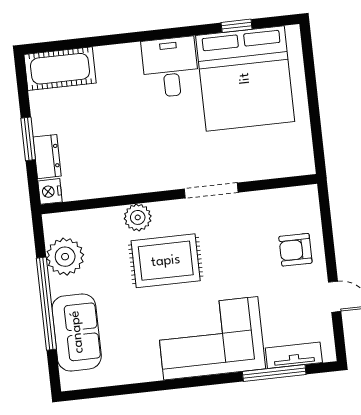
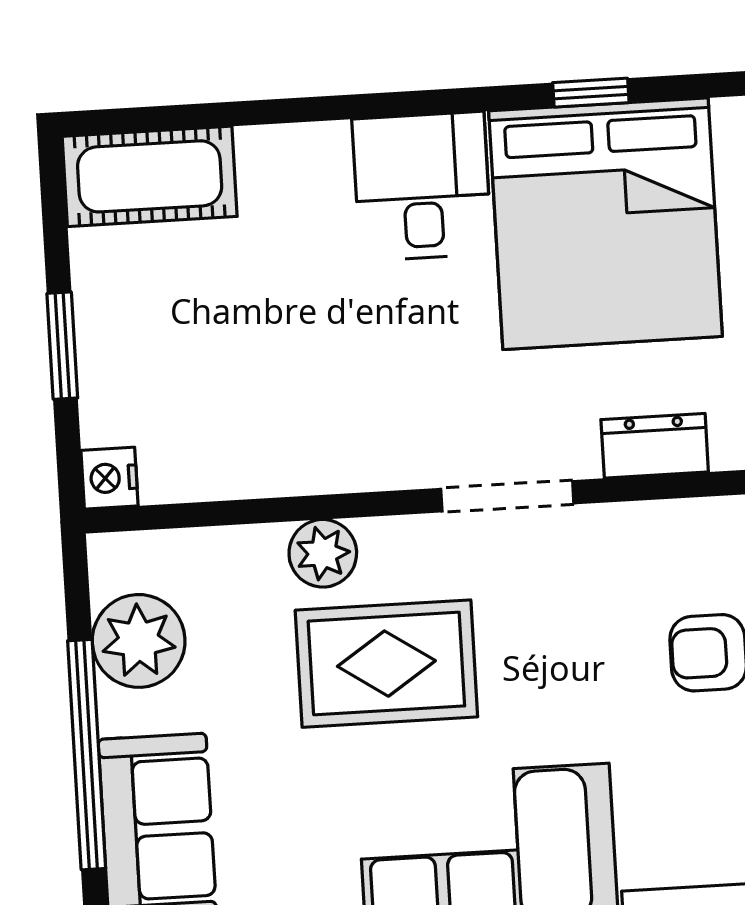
dresser: (47, 157) -> (655, 446), moved, turned -90

